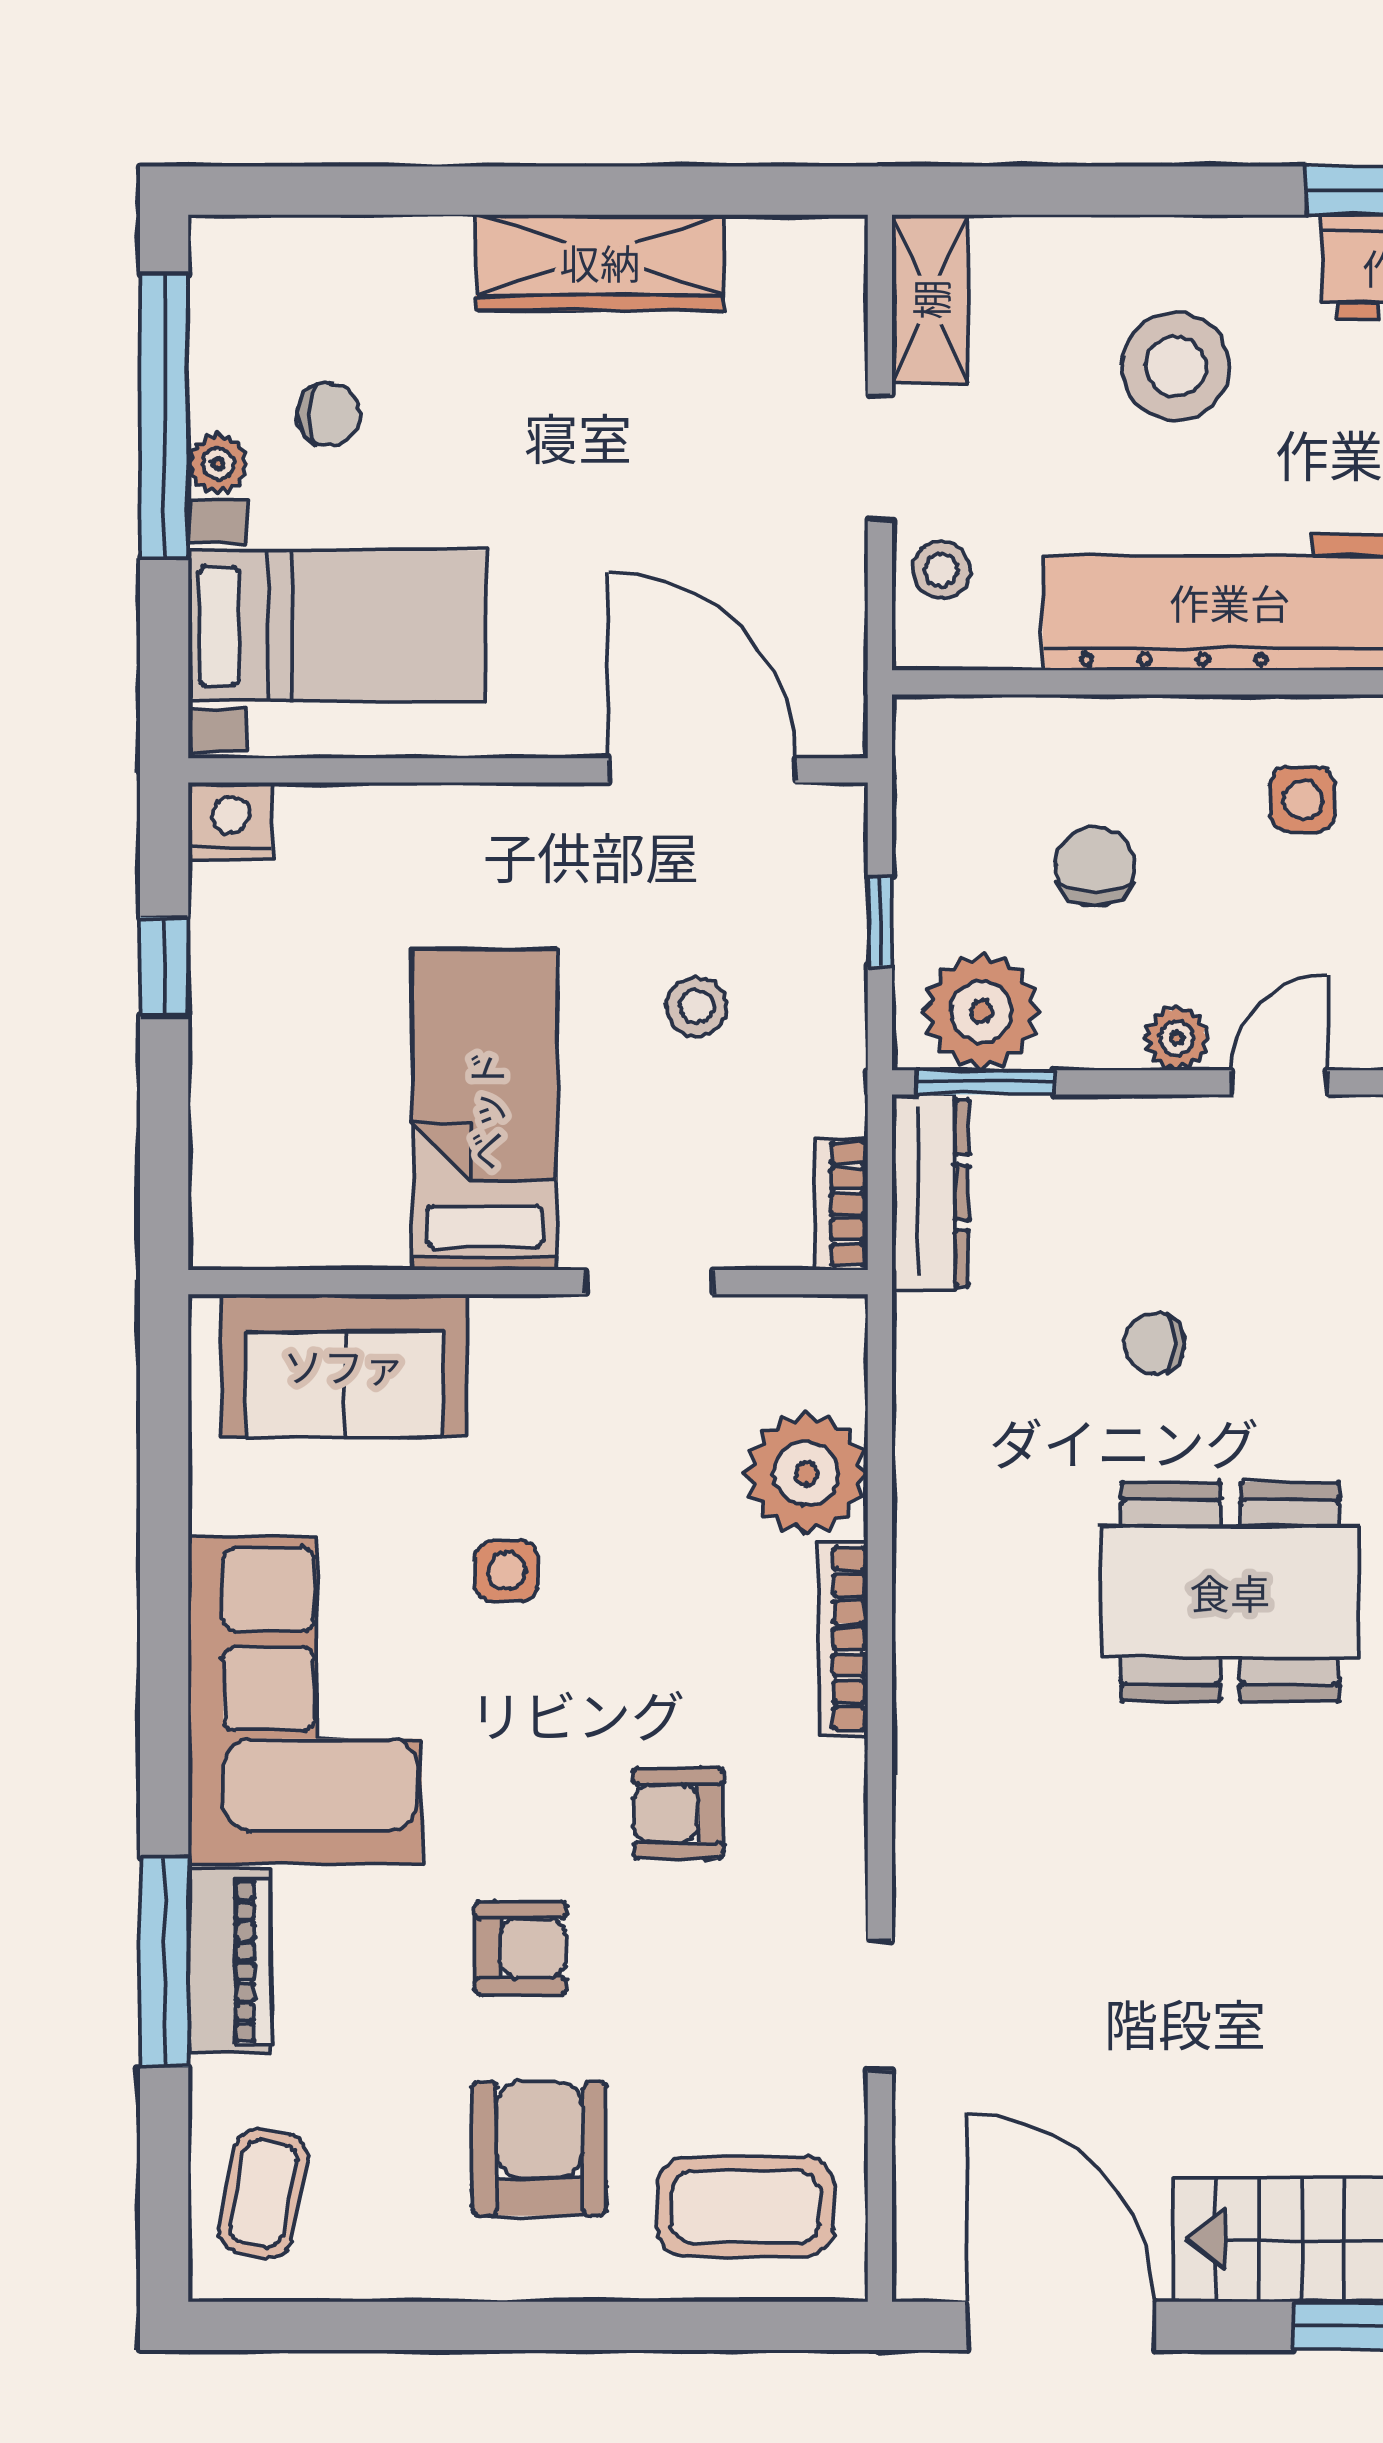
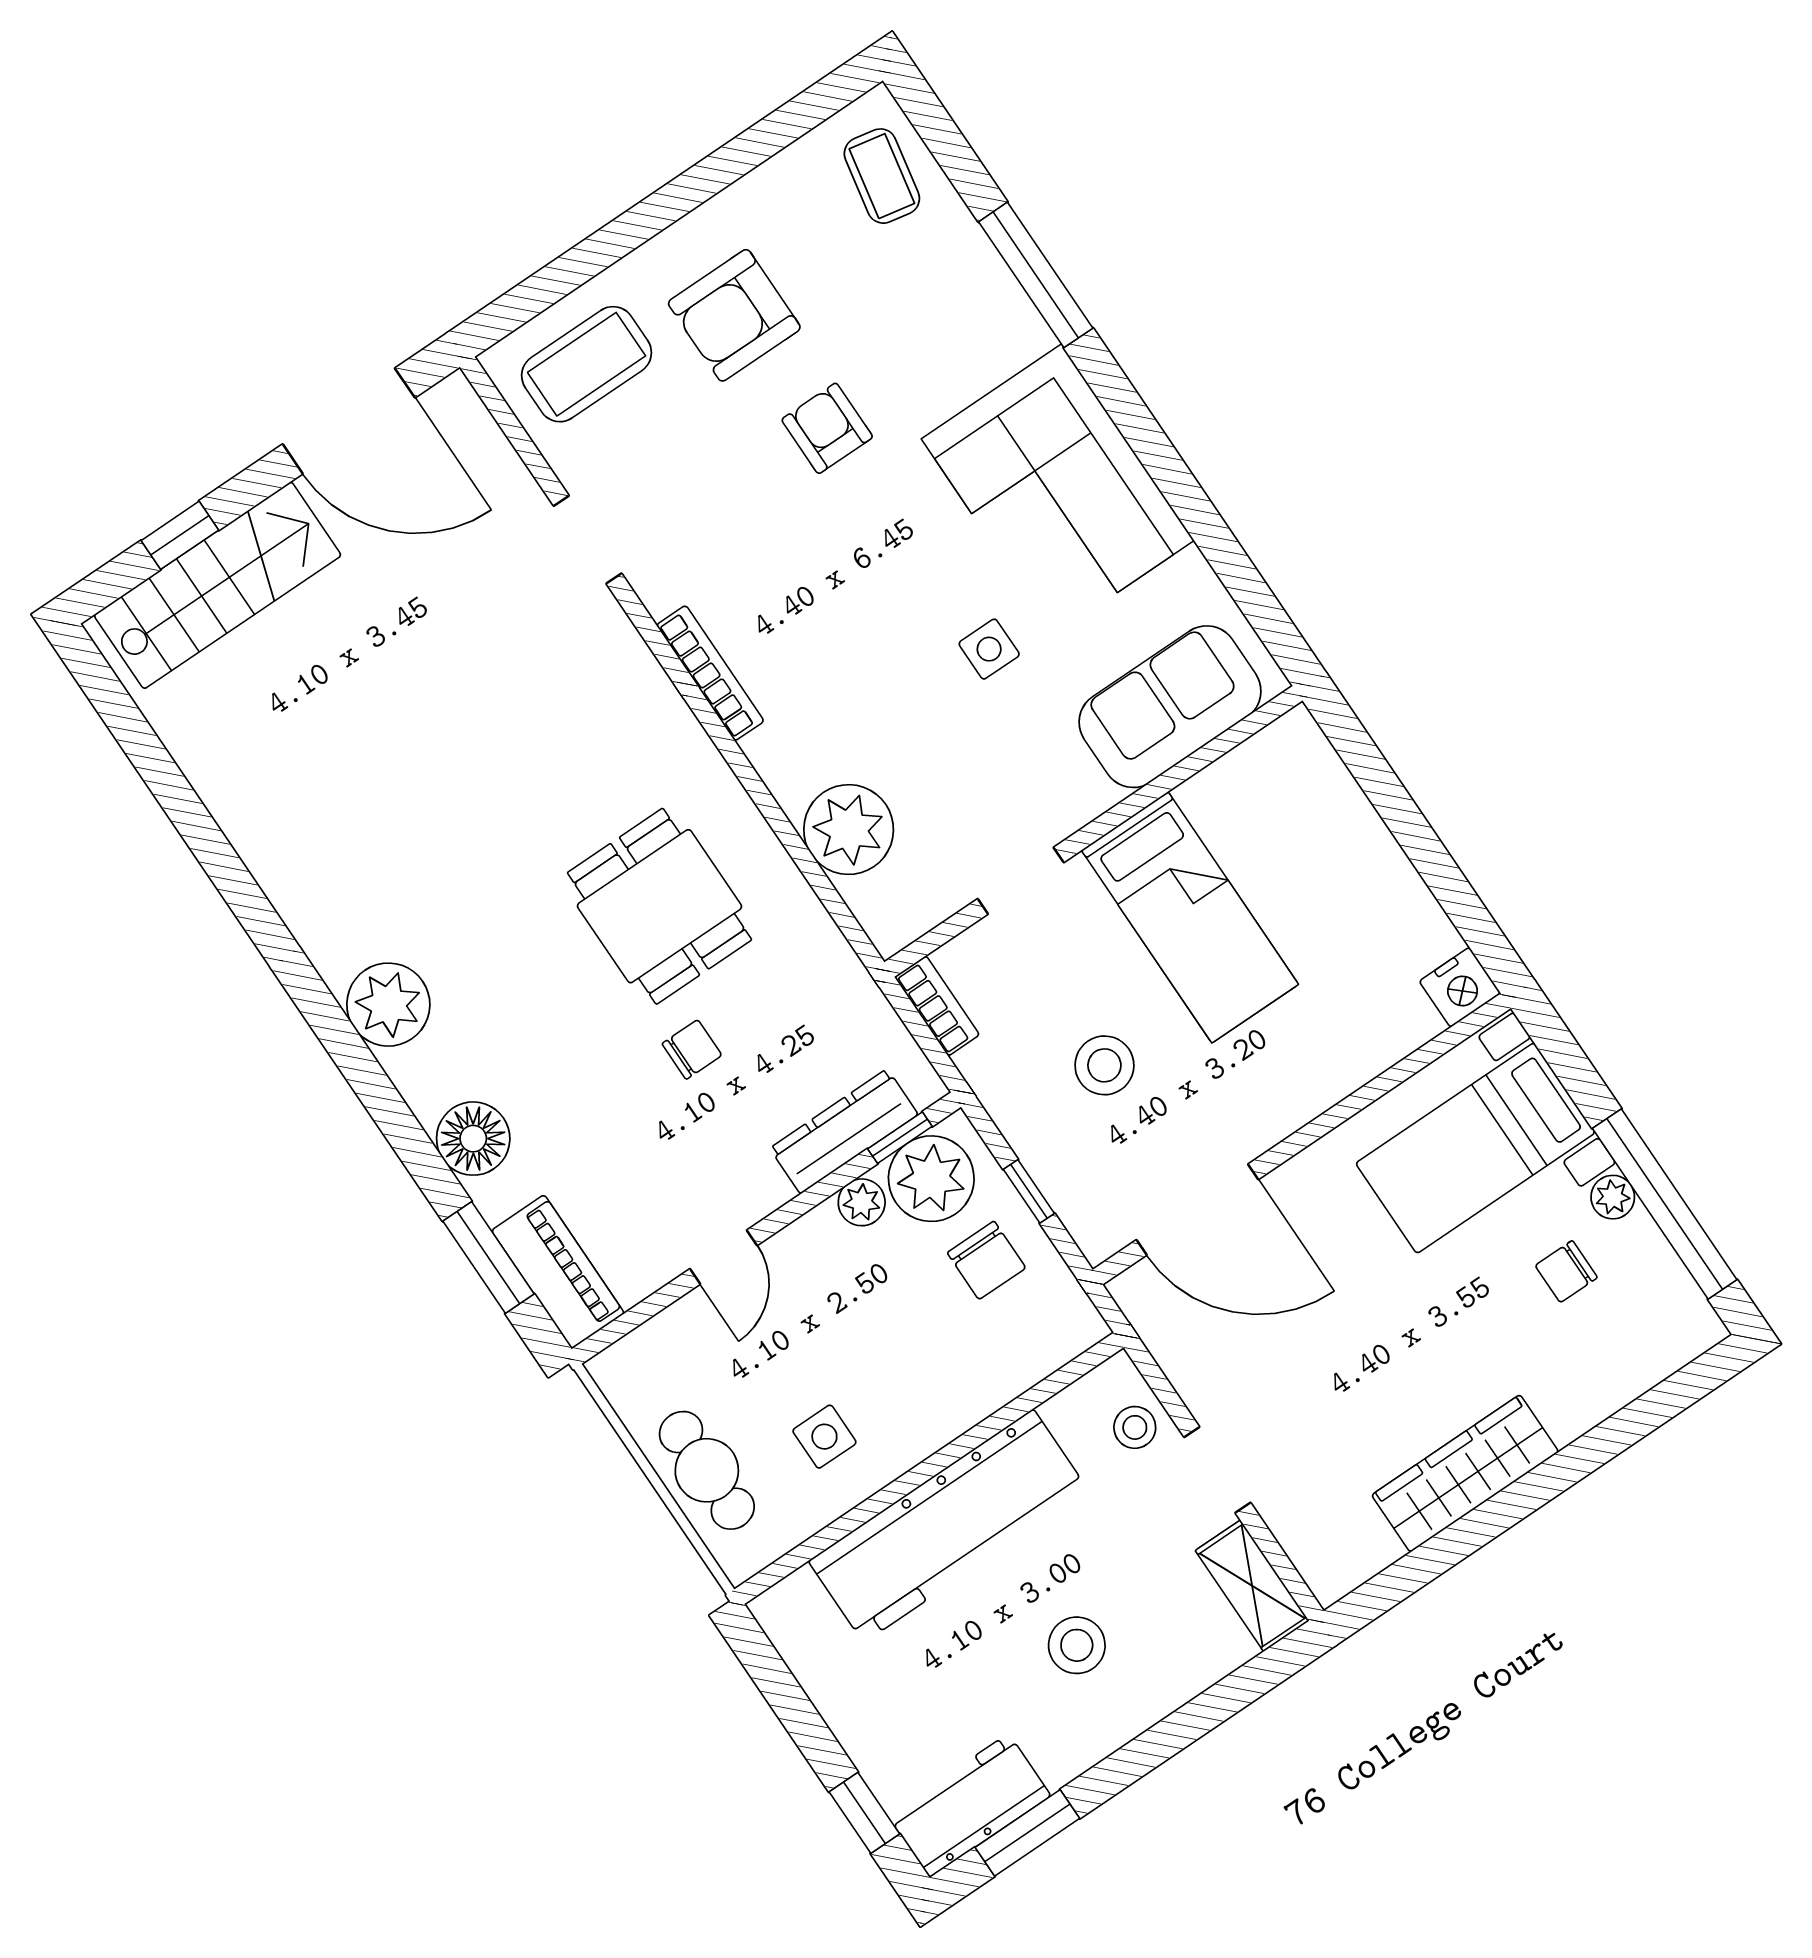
stool: (1176, 366) -> (1077, 1645), width x0.73, depth x0.73
chair: (1095, 866) -> (986, 1260), moved
window: (164, 967) -> (1441, 873), removed
stool: (696, 1007) -> (1104, 1065), width x1.37, depth x1.37
plant: (1177, 1038) -> (862, 1202), moved
window: (986, 1082) -> (900, 1138), width x0.67
dresser: (930, 1193) -> (844, 1131), moved, turned 90
dining table: (1230, 1592) -> (660, 906), moved, width x0.73
bookcase: (843, 1638) -> (710, 673), moved
armchair: (678, 1813) -> (787, 573), removed
armchair: (521, 1948) -> (827, 428), turned 90
piano: (229, 1962) -> (997, 302), removed
armchair: (539, 2149) -> (734, 315), turned 90

